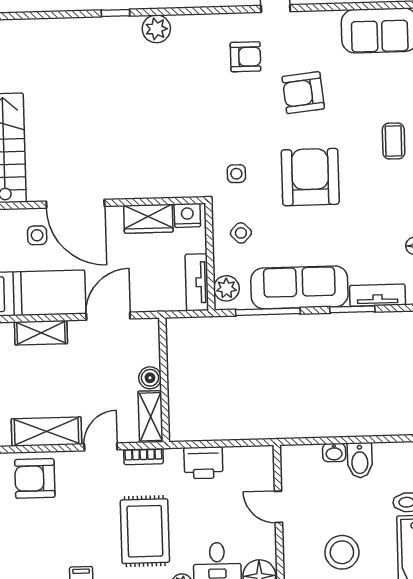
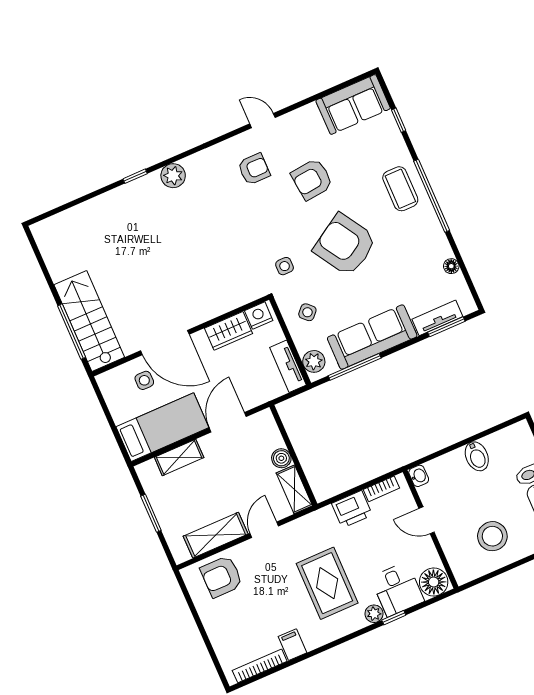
coffee table: (394, 141) -> (400, 189), width x1.36, depth x1.30
armchair: (310, 177) -> (345, 245), turned -32
window: (352, 309) -> (446, 327), moved
washbasin: (334, 453) -> (419, 476), moved, turned -90
bookcase: (144, 456) -> (381, 489), moved

